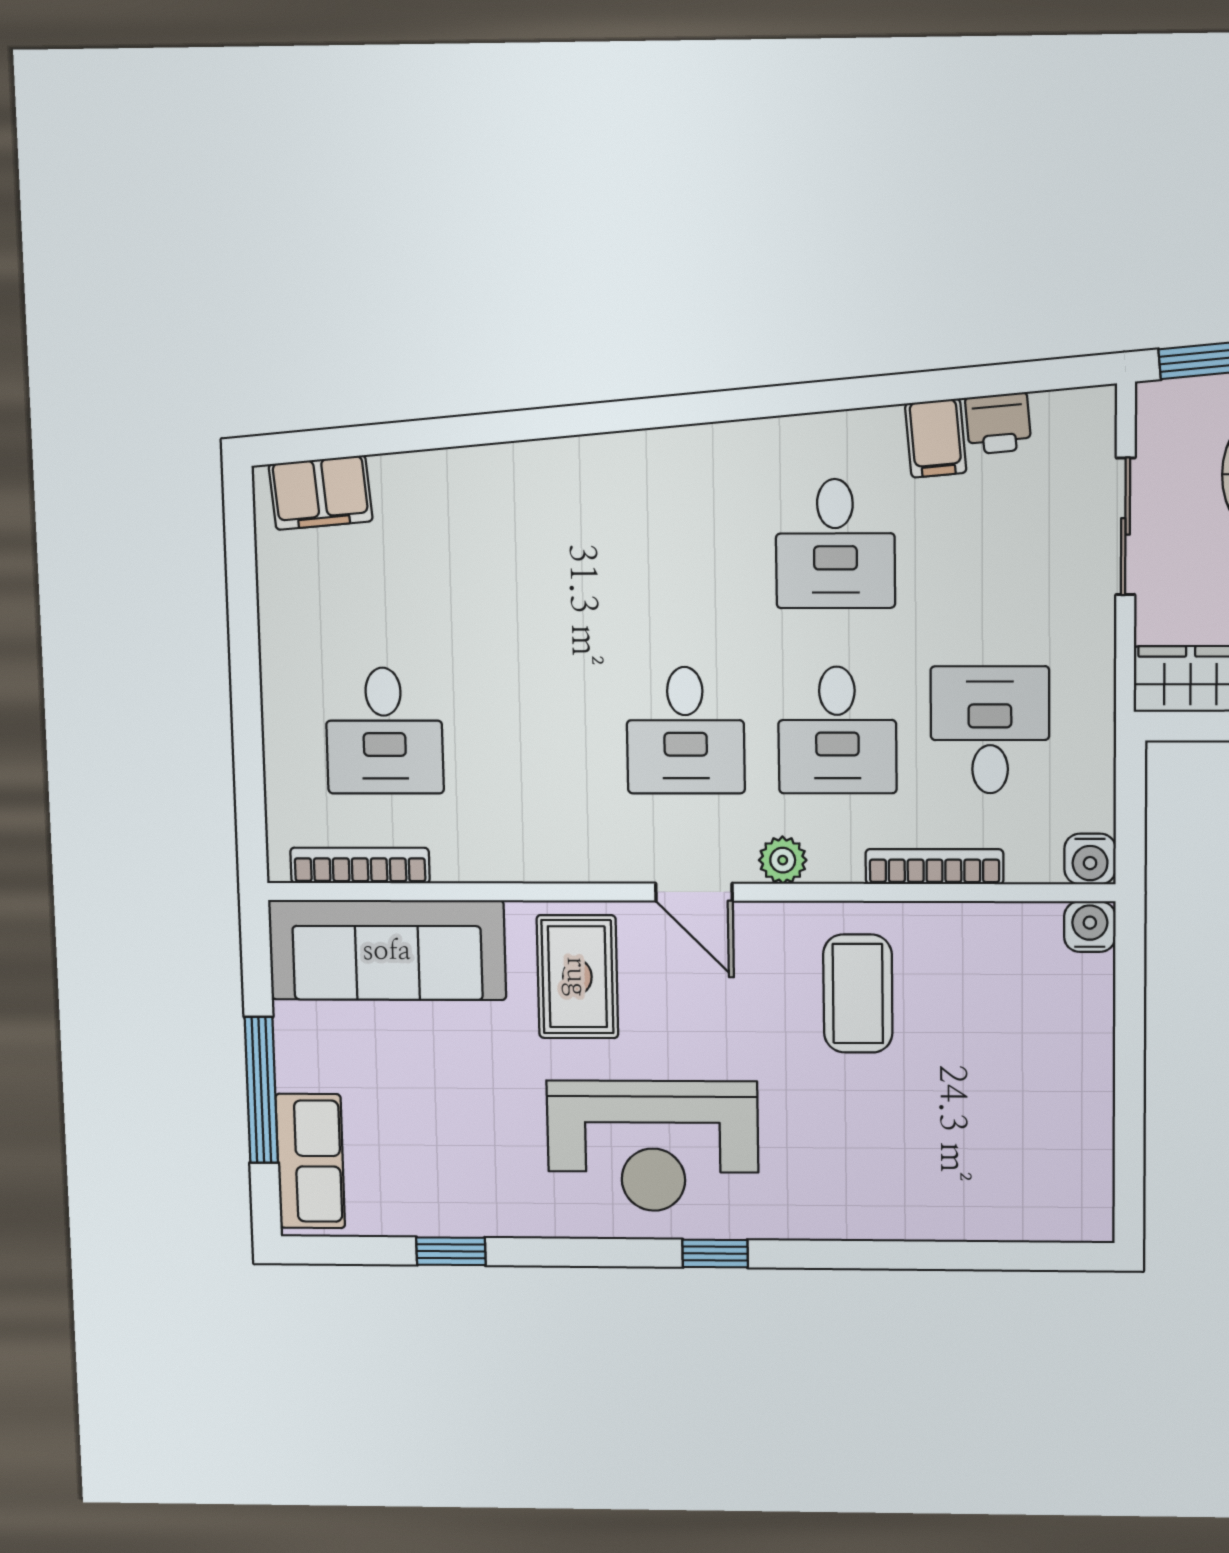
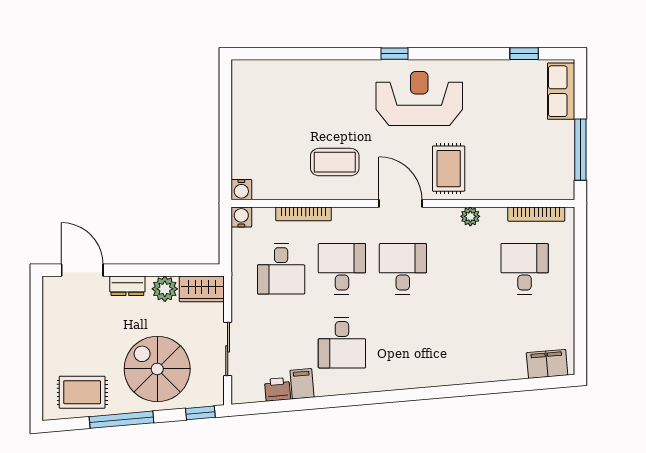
desk: (835, 544) -> (342, 343), turned 180
plant: (783, 860) -> (470, 216), moved
door: (694, 892) -> (401, 203), width x1.38
sofa: (387, 950) -> (526, 179), removed
coffee table: (858, 994) -> (335, 162), turned 90
window: (261, 1090) -> (580, 150), moved
window: (451, 1251) -> (524, 54), moved

